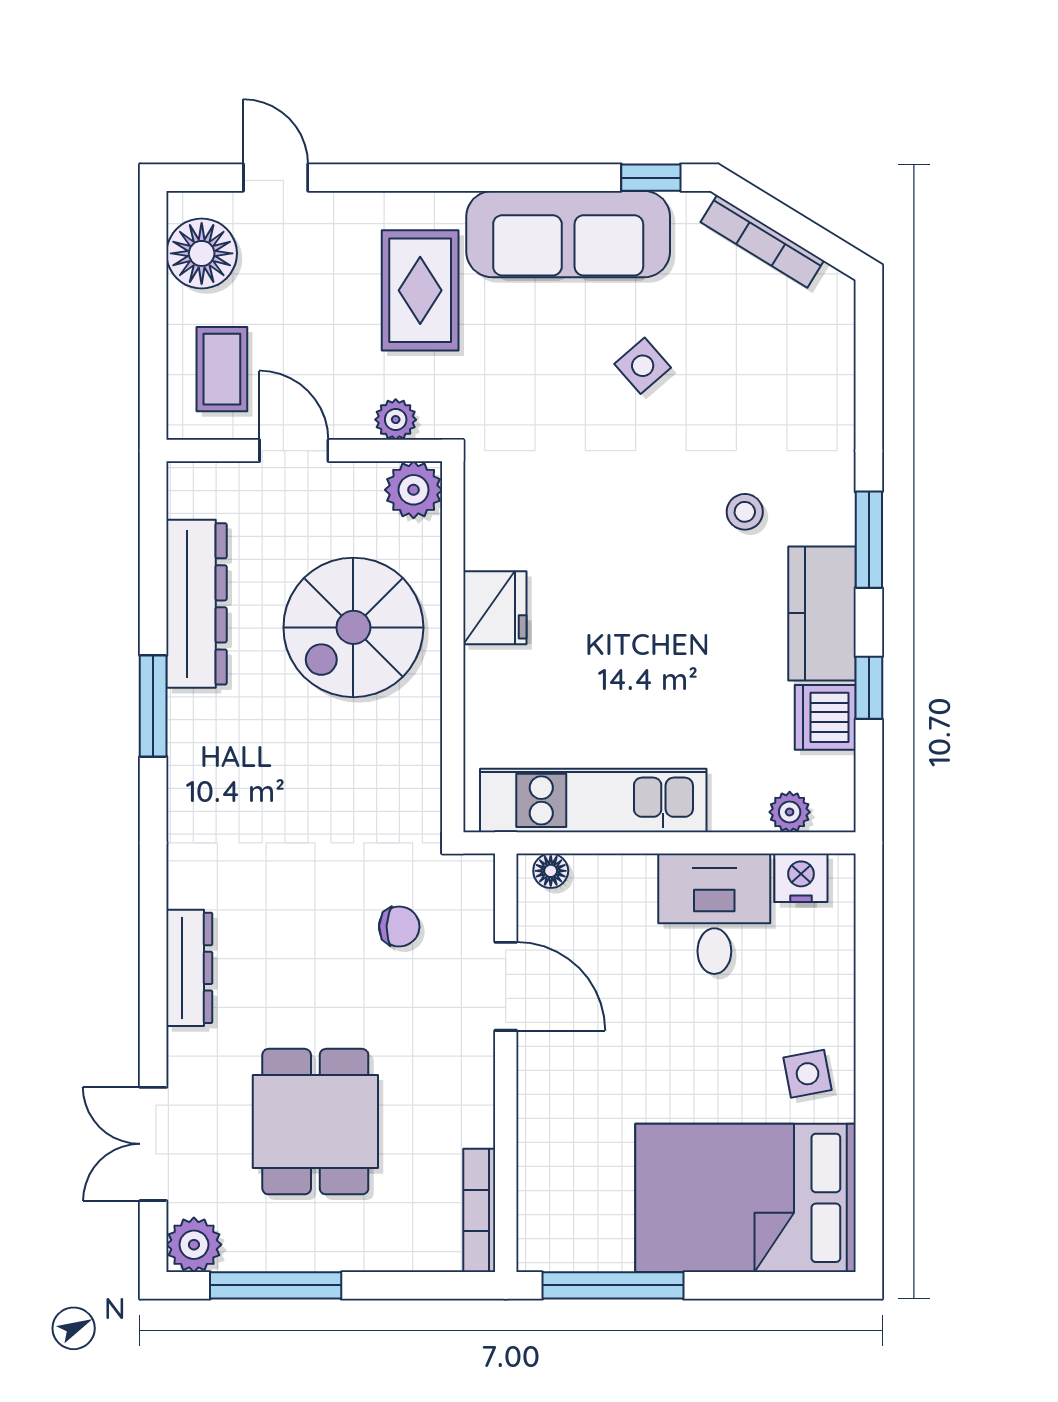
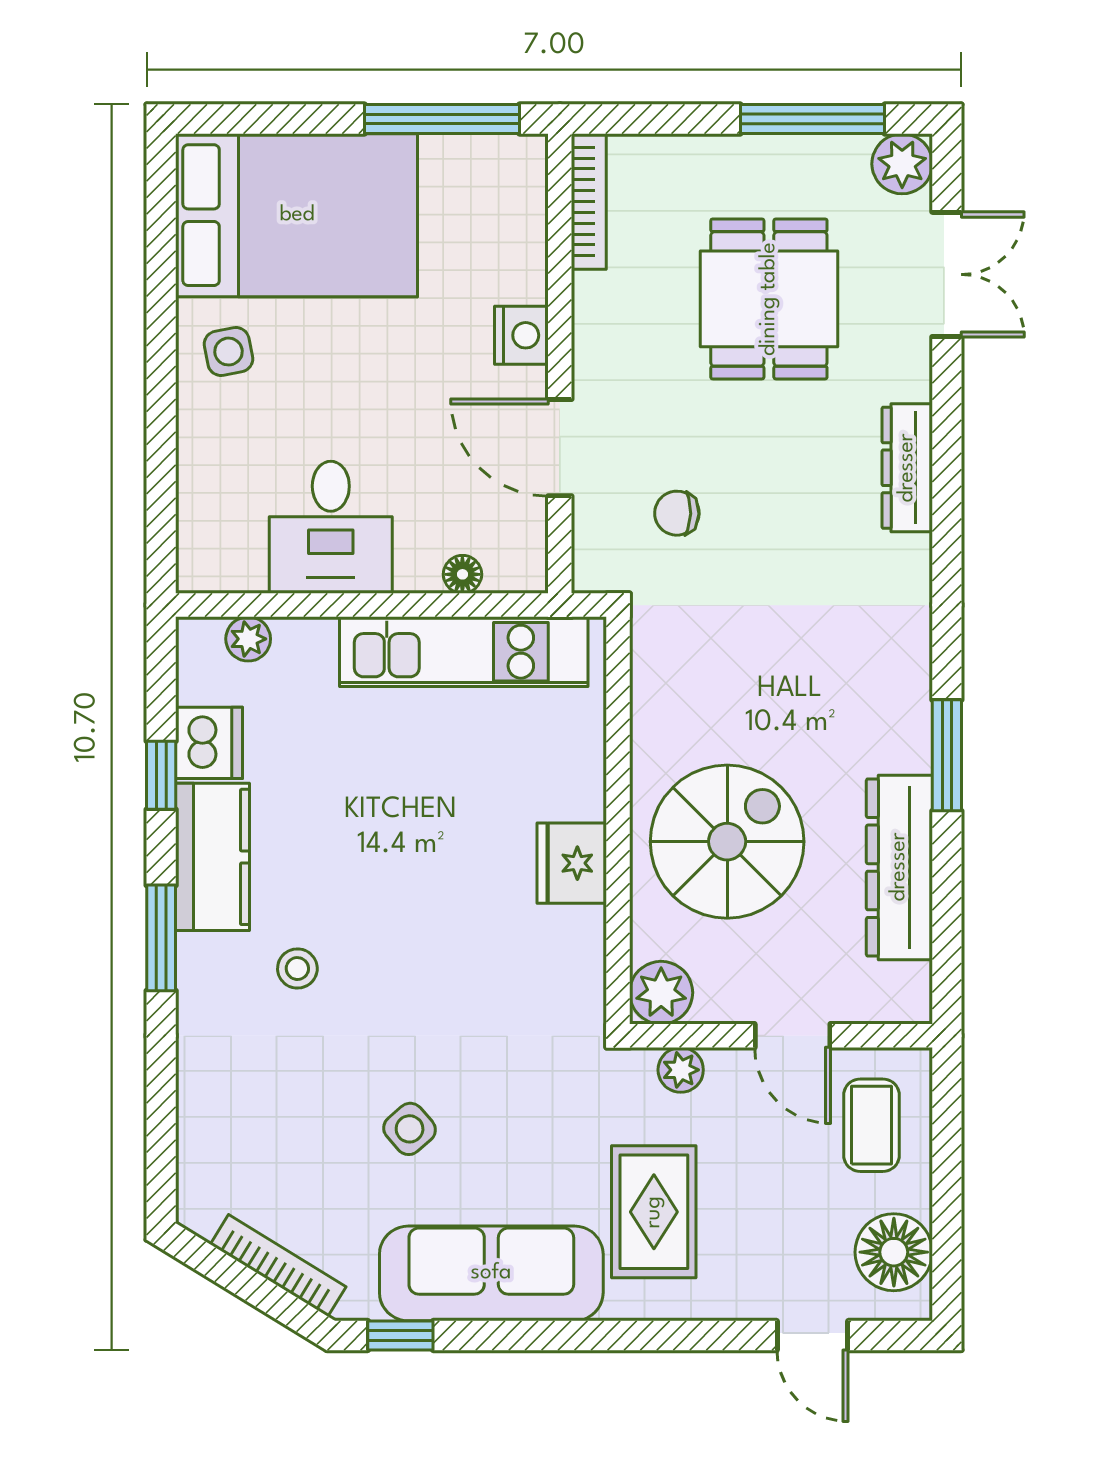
floor lamp: (551, 871) -> (462, 574), moved
nightstand: (801, 878) -> (521, 335), moved, turned -90

